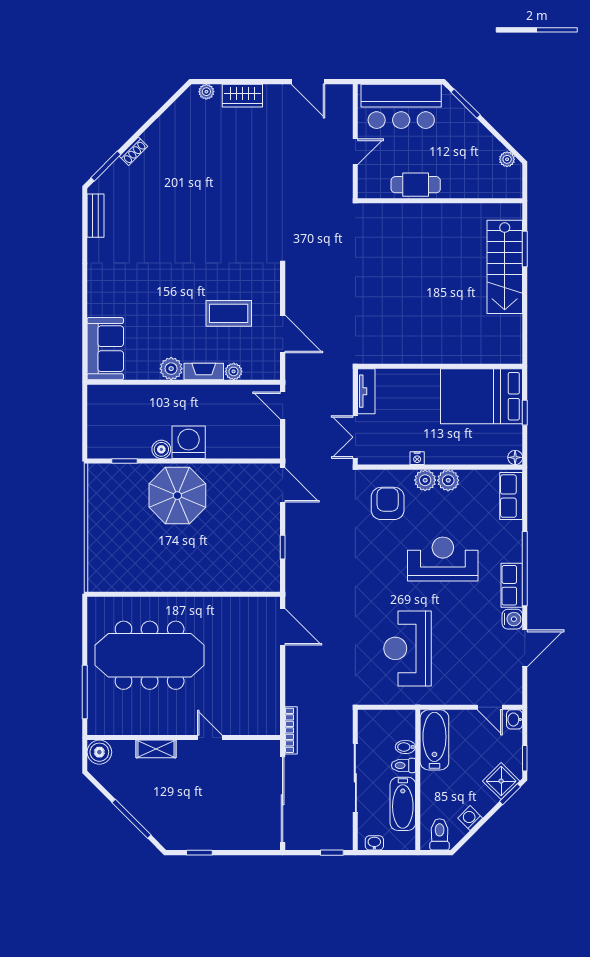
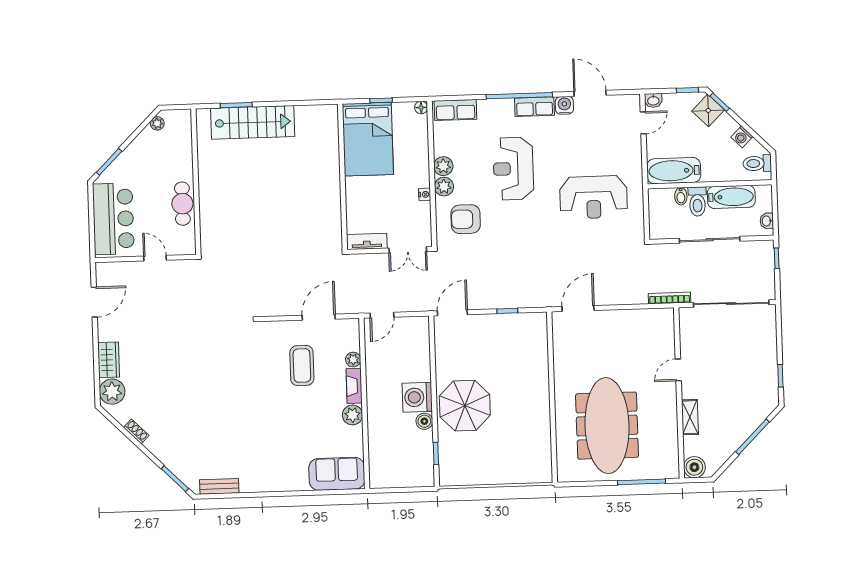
plant: (206, 92) -> (112, 392), width x1.88, depth x1.88
shoe rack: (133, 151) -> (136, 431), moved
toilet: (403, 765) -> (697, 201), width x1.37, depth x1.39

